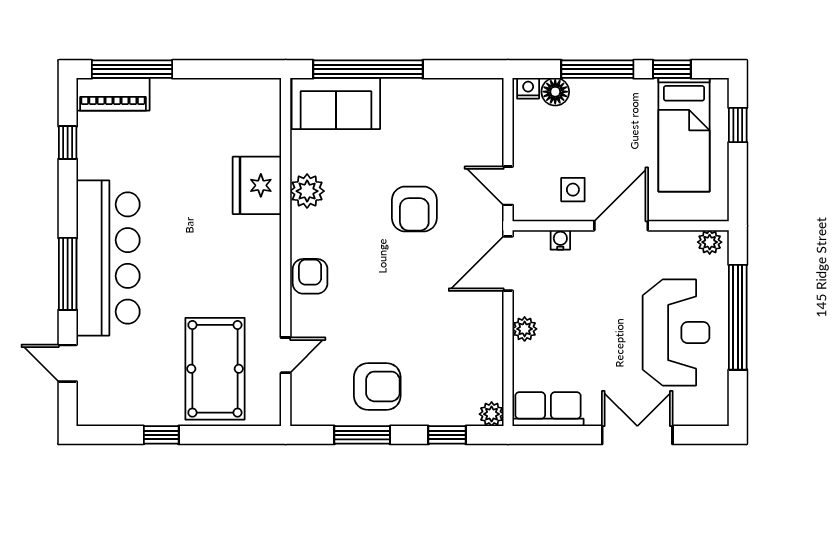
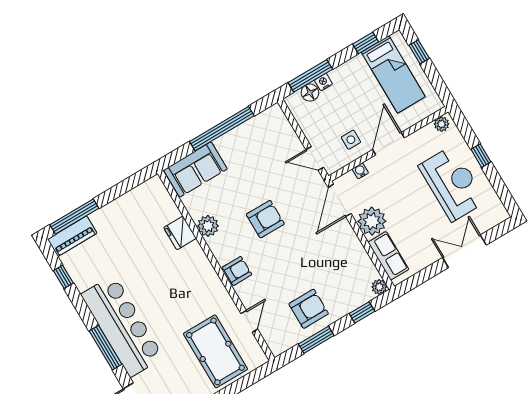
window: (368, 69) -> (222, 129), moved
window: (597, 69) -> (310, 76), moved
nightstand: (528, 88) -> (323, 82), moved
fridge: (257, 185) -> (180, 233), width x0.73, depth x0.75
armchair: (414, 209) -> (265, 219), moved, turned -90
armchair: (310, 276) -> (237, 271), turned 90
window: (738, 317) -> (481, 156), width x0.32
plant: (525, 329) -> (372, 221), width x1.87, depth x1.87
row of seats: (548, 409) -> (388, 256), moved, turned 90

